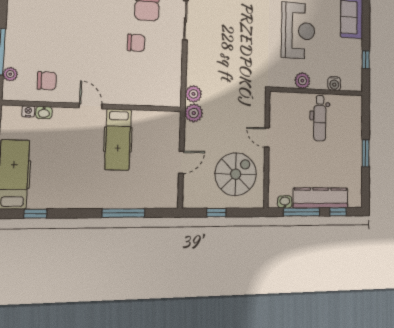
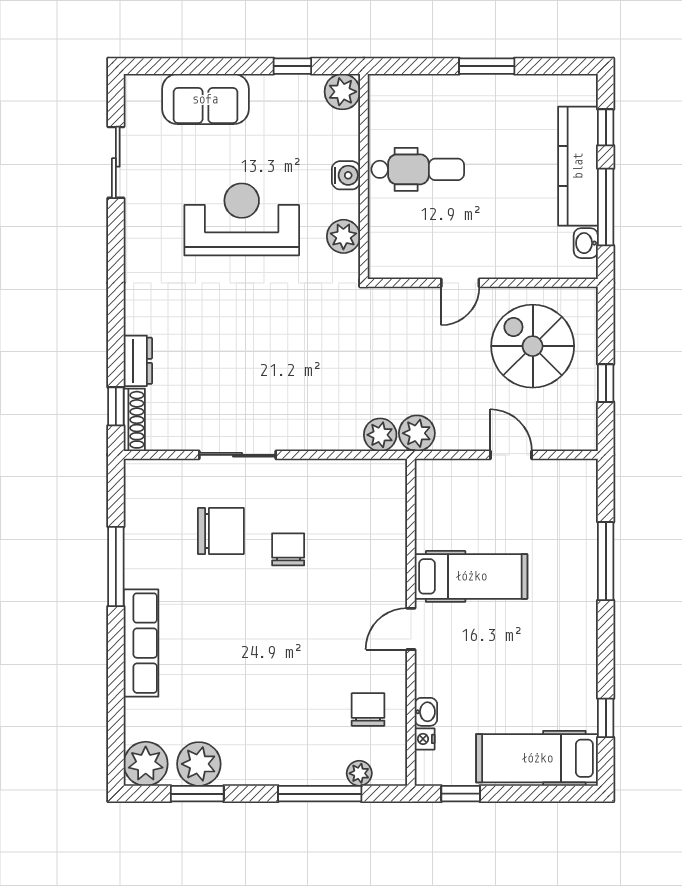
plant: (302, 81) -> (343, 236), moved
plant: (355, 83) -> (342, 92), added
water cooler: (334, 84) -> (346, 175), moved

